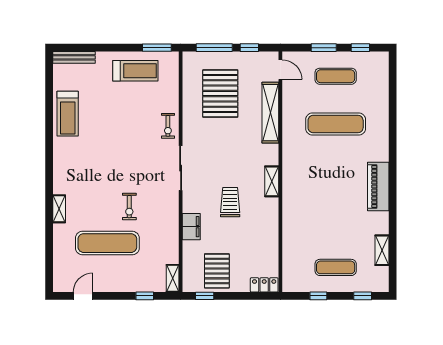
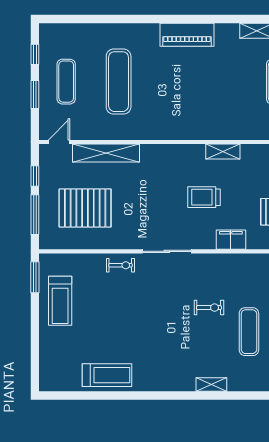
bench: (74, 57) -> (45, 368), removed
treadmill: (135, 71) -> (60, 301), turned 180
shelving: (272, 181) -> (223, 152), moved
exercise mat: (107, 243) -> (249, 332), width x0.73, depth x0.69

